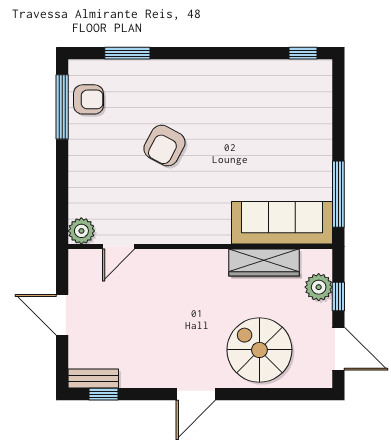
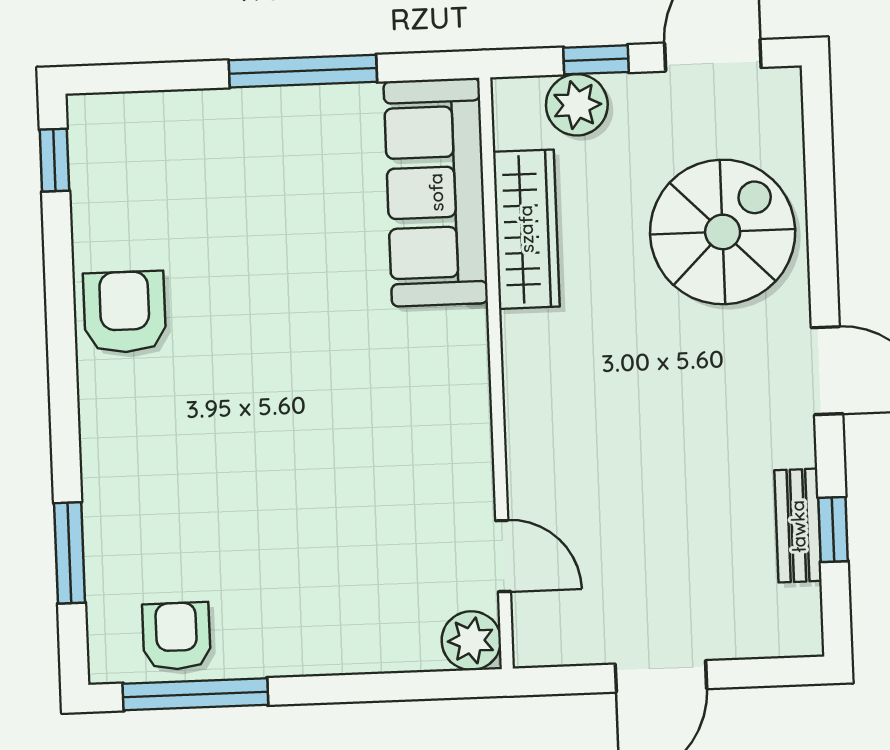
armchair: (164, 146) -> (125, 312), moved, turned -118
window: (338, 194) -> (303, 71), moved
spiral stairs: (259, 350) -> (723, 232), turned 180
bench: (93, 379) -> (798, 526), moved
window: (104, 394) -> (833, 529), moved

